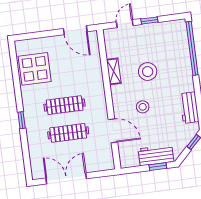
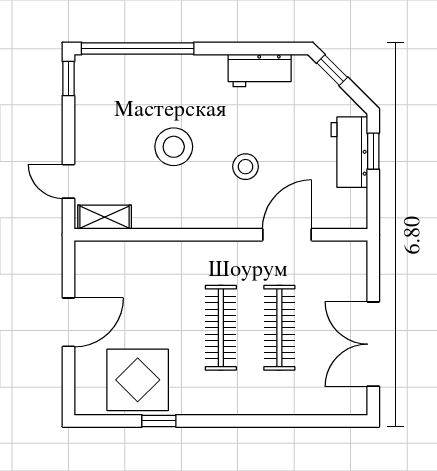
window: (149, 20) -> (68, 79), moved
door: (75, 30) -> (68, 322), moved
shelving: (114, 71) -> (105, 217), moved
window: (22, 120) -> (159, 421), moved

